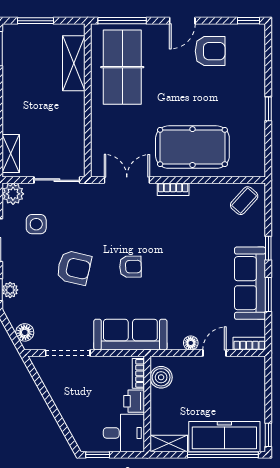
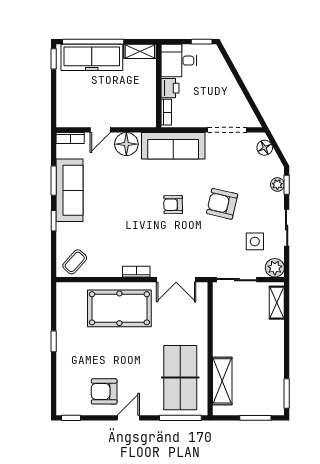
floor lamp: (191, 343) -> (126, 144), width x1.89, depth x1.89
boiler: (161, 377) -> (147, 109), removed

